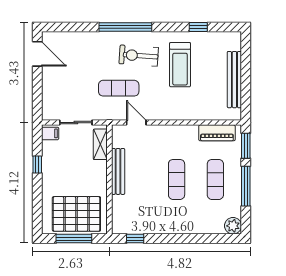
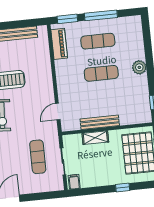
exercise mat: (119, 88) -> (38, 157), moved
shelving: (100, 144) -> (95, 138), moved
window: (37, 165) -> (123, 188), moved
plant: (233, 226) -> (139, 67), moved

